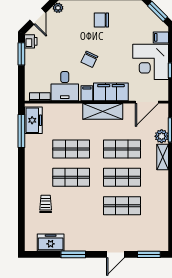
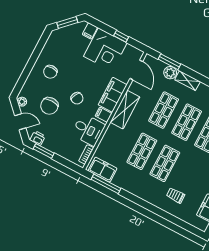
chair: (68, 36) -> (49, 106), added

